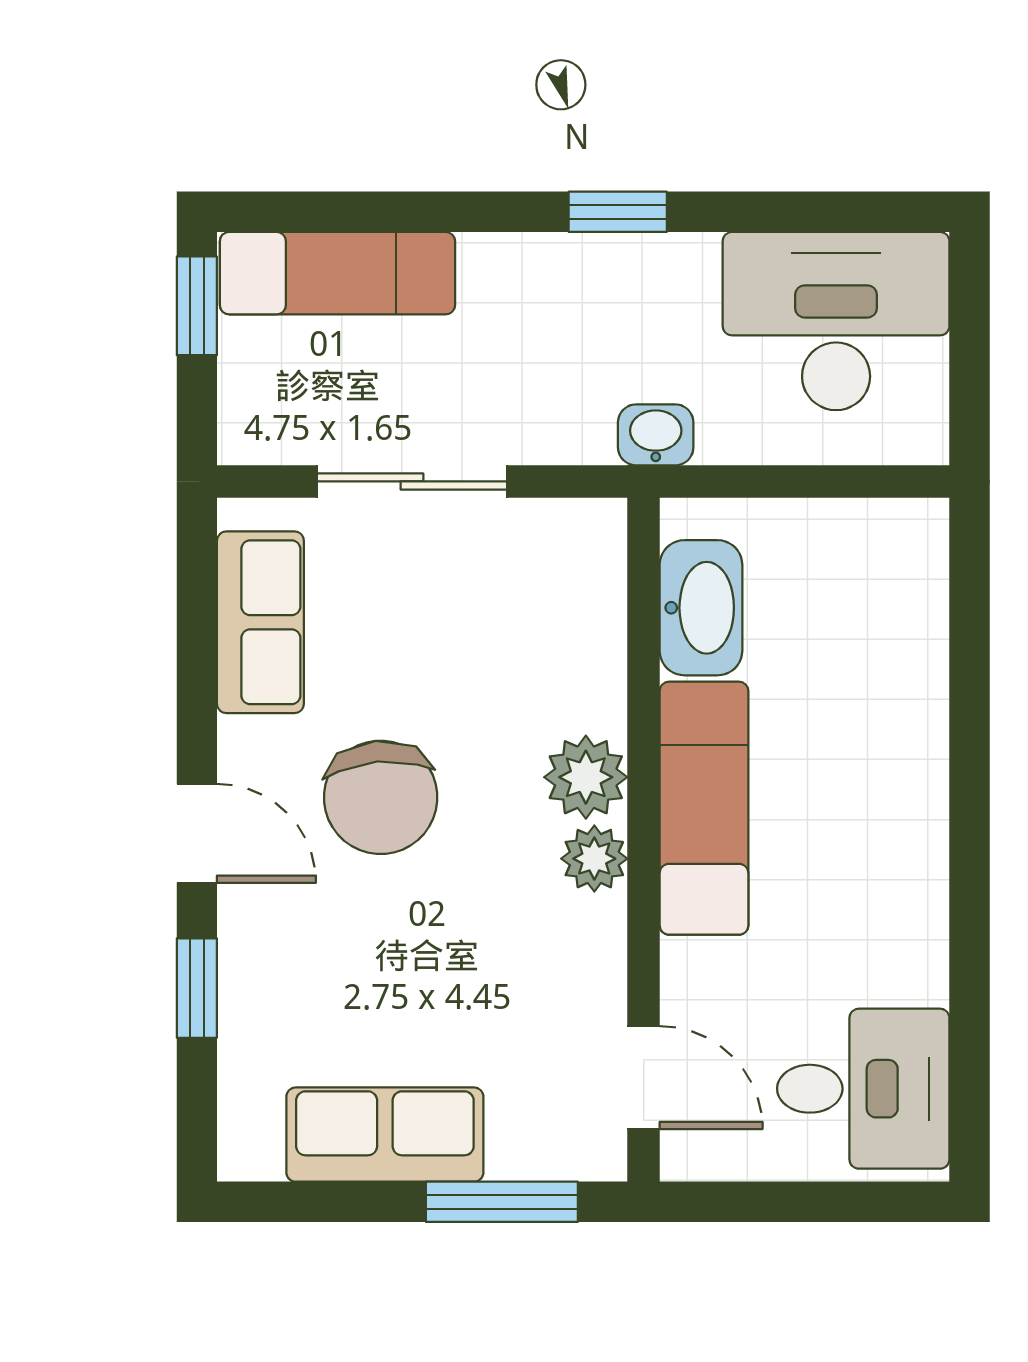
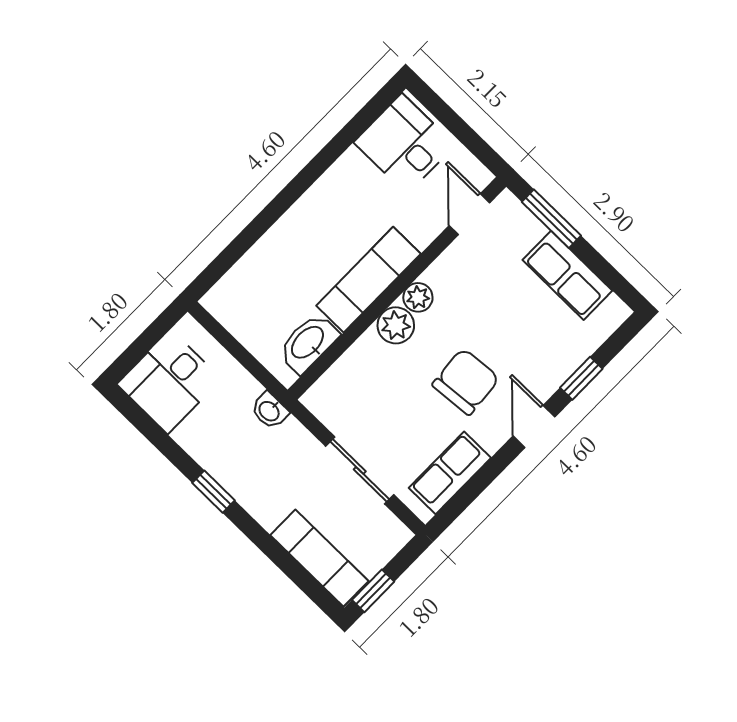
desk: (836, 321) -> (169, 382), width x0.73

